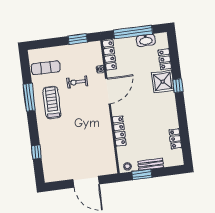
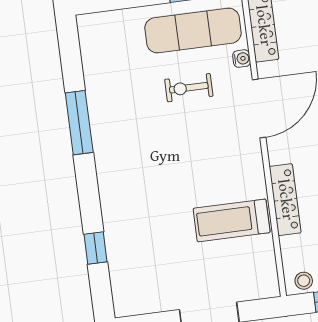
exercise mat: (46, 68) -> (193, 31), moved, width x1.36, depth x1.45
treadmill: (52, 103) -> (232, 220), moved, turned -90

